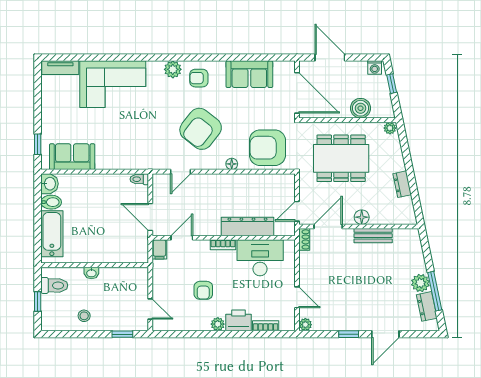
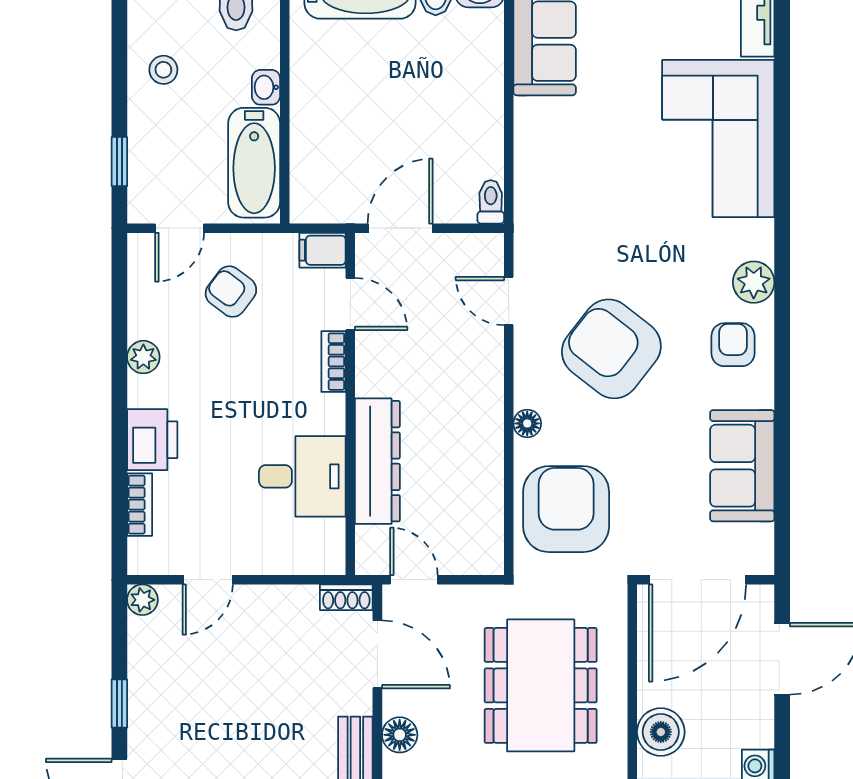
bookcase: (223, 245) -> (334, 362), moved
desk: (260, 258) -> (302, 476), width x0.73
bathtub: (123, 278) -> (254, 163), added
armchair: (203, 290) -> (231, 292), moved, turned 37
plant: (218, 324) -> (143, 357), moved

